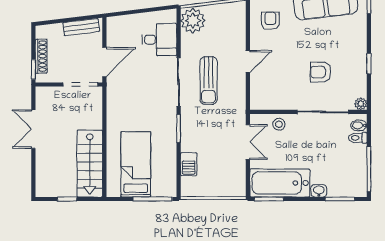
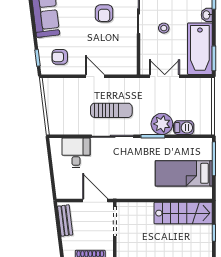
plant: (193, 21) -> (162, 124), moved
stool: (279, 124) -> (164, 28), moved

